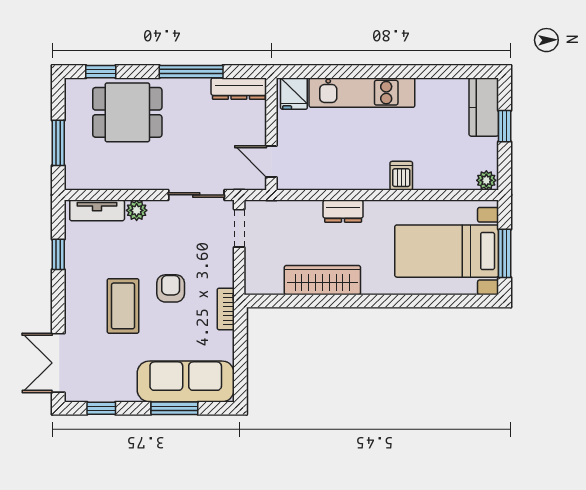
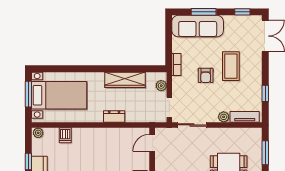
door: (271, 161) -> (152, 143), swing flipped
dishwasher: (401, 176) -> (65, 135), moved
plant: (254, 269) -> (161, 86), added

